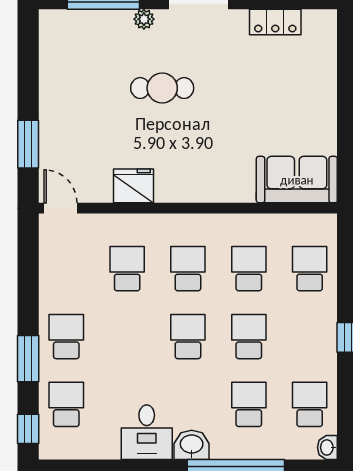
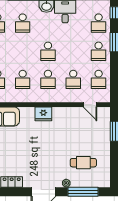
cafe table: (162, 88) -> (83, 163), moved
fridge: (133, 186) -> (43, 114), moved
door: (60, 208) -> (90, 105), moved
school desk: (249, 337) -> (99, 79), moved

